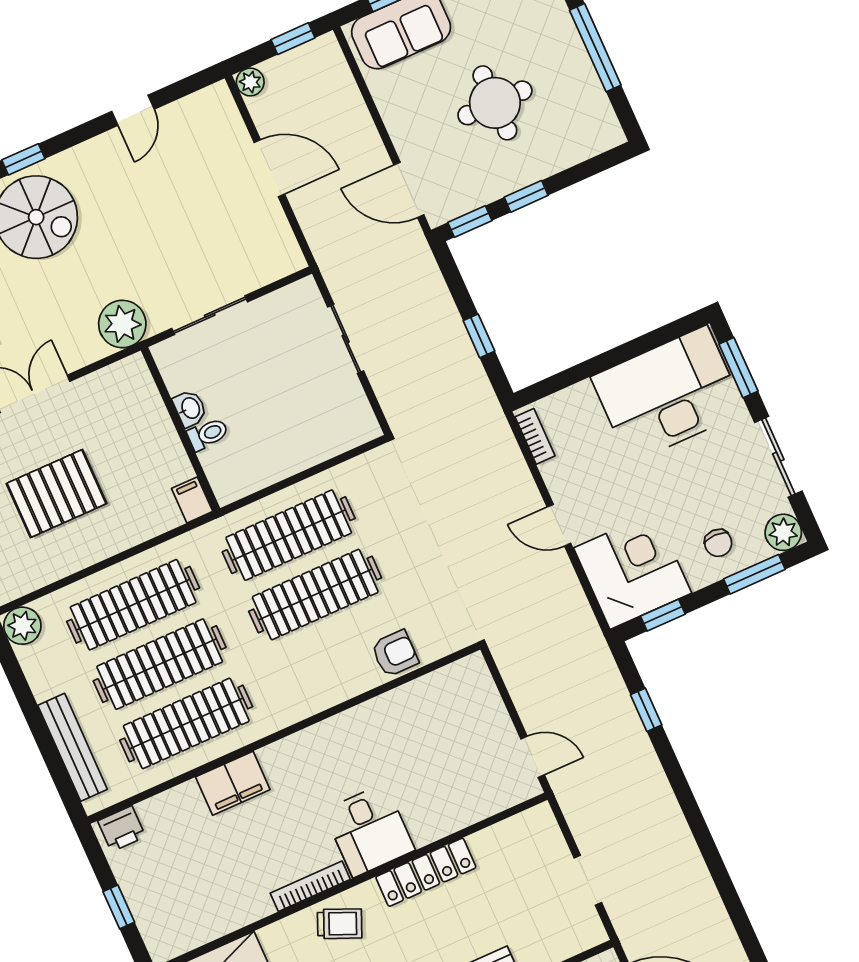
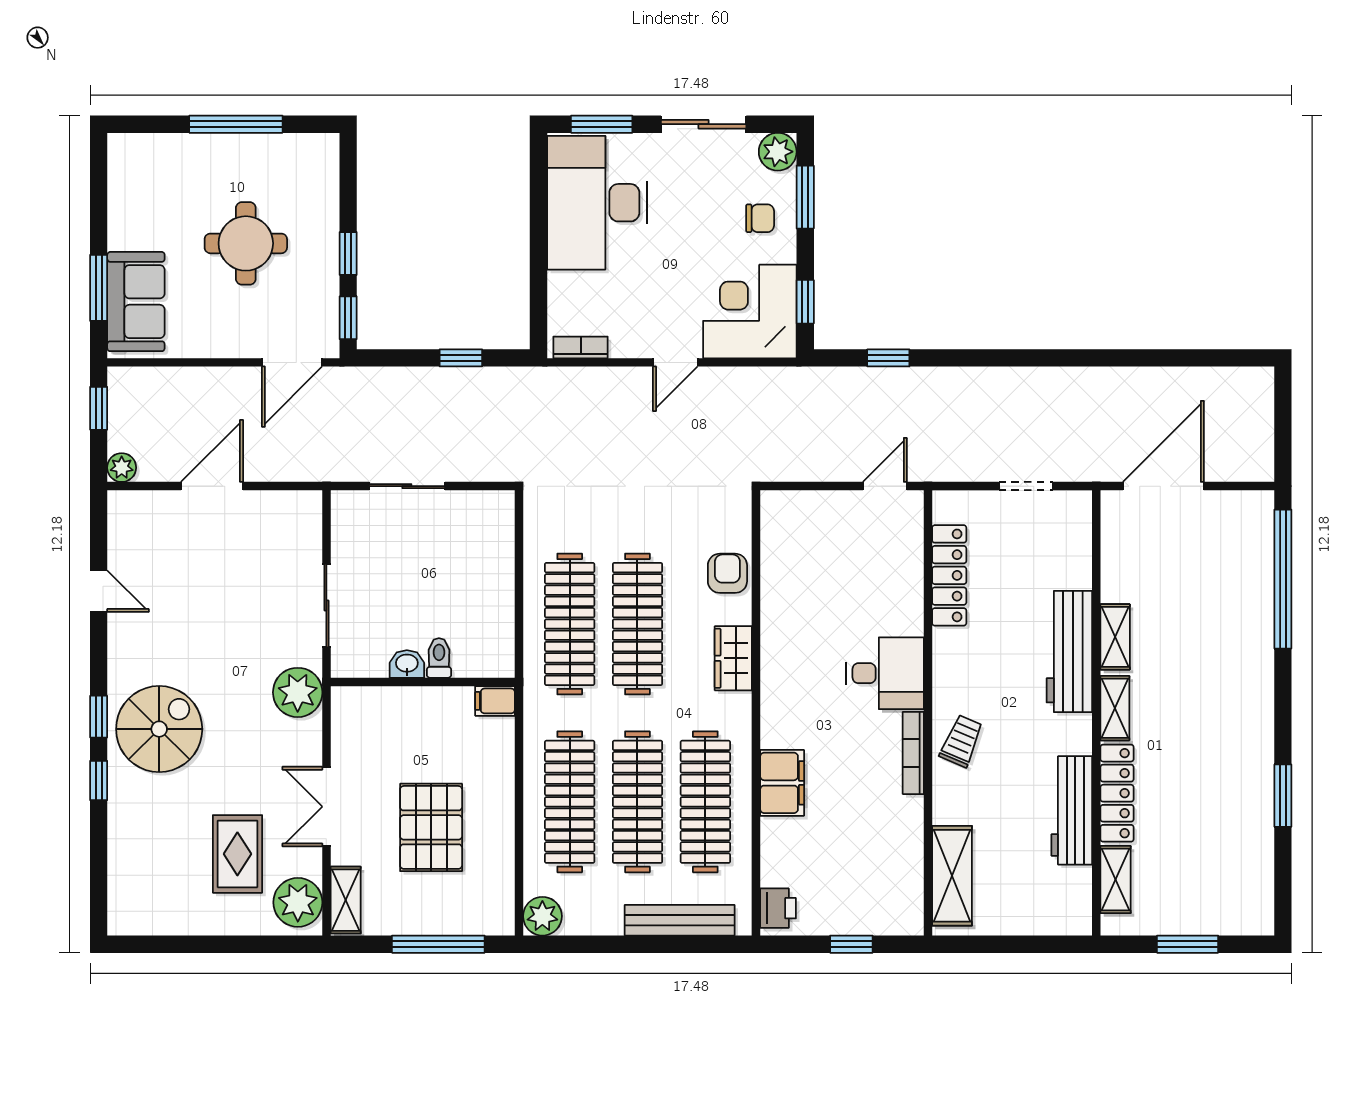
wardrobe: (323, 692) -> (733, 658), added
locker: (426, 872) -> (949, 575), moved

